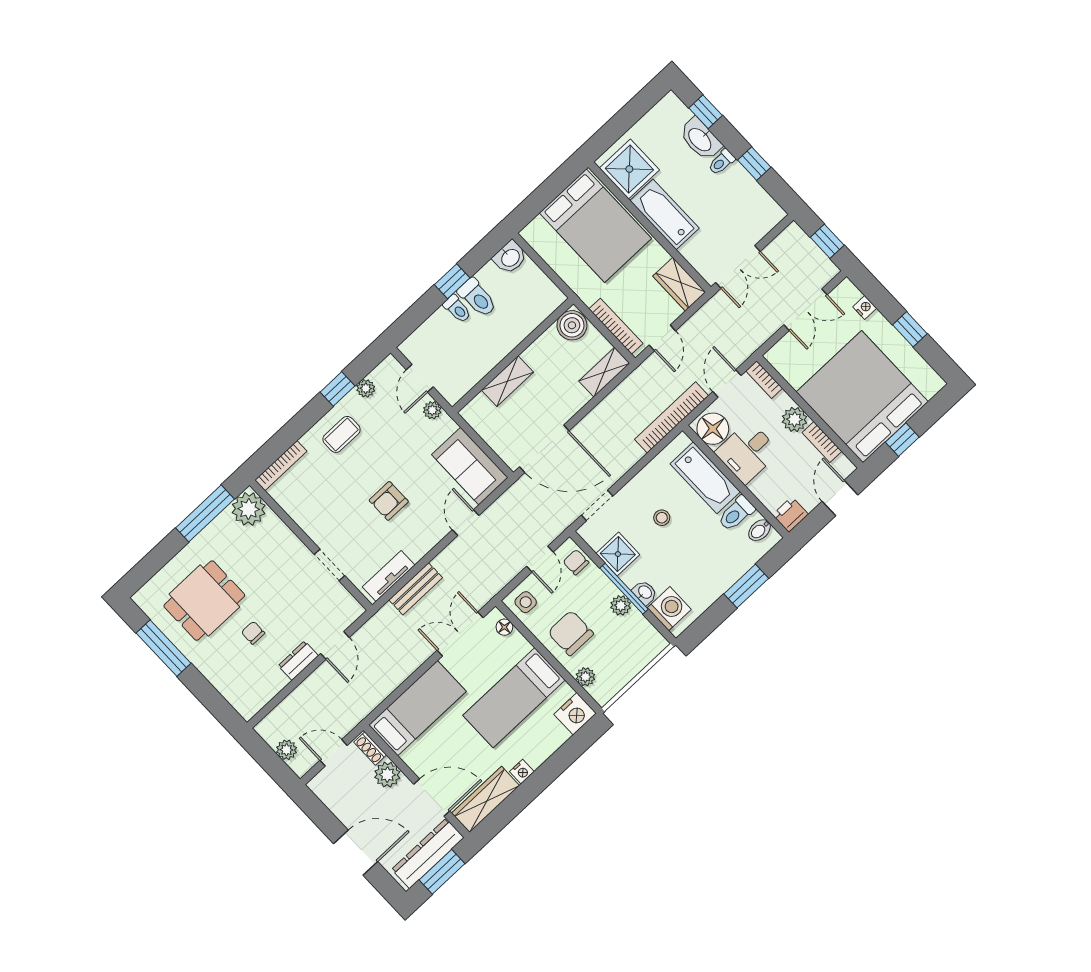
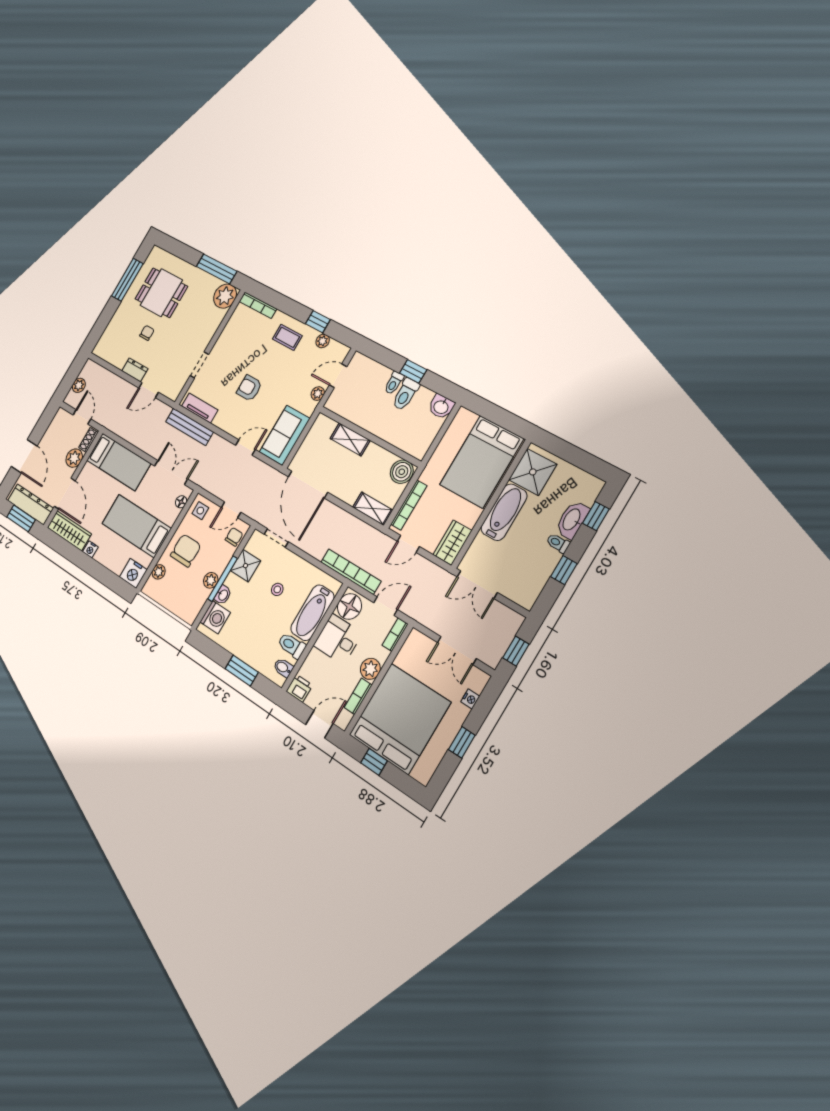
bench: (416, 589) -> (189, 427), width x1.36

